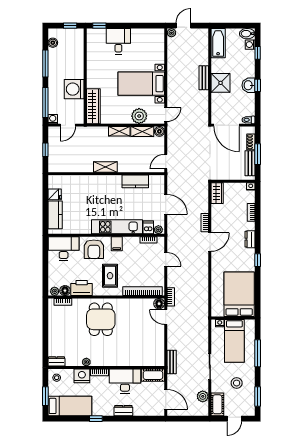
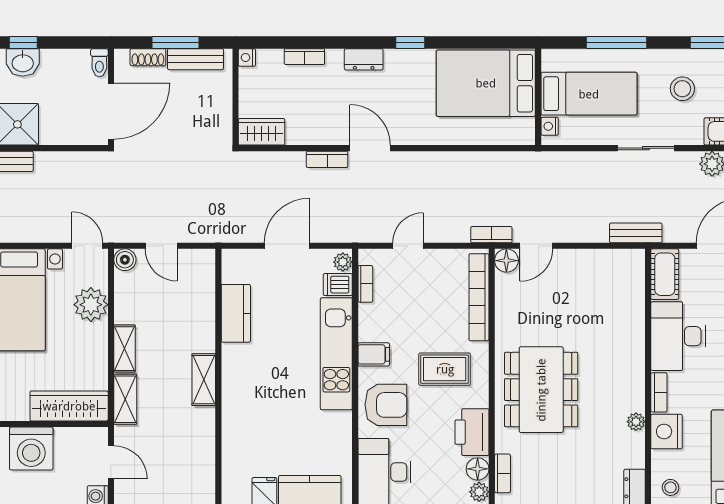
shelving: (142, 132) -> (125, 399), moved
door: (166, 162) -> (161, 246), moved
dining table: (101, 319) -> (541, 390), width x1.38

